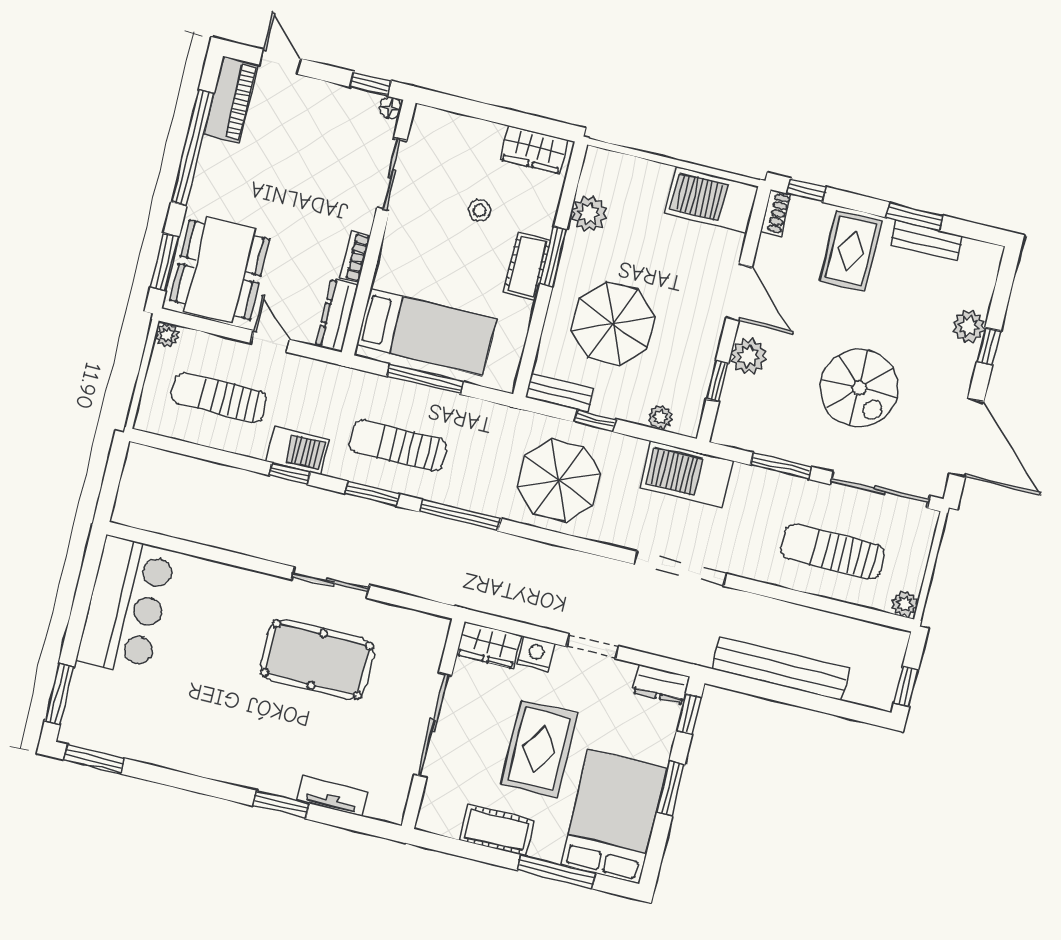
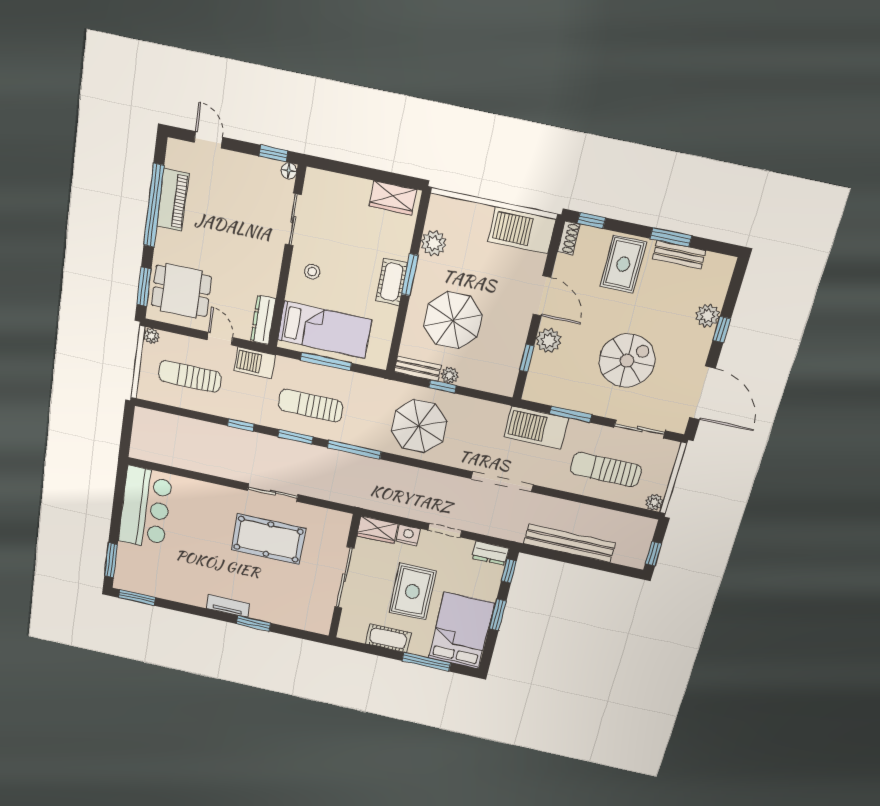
piano: (231, 100) -> (173, 200), moved
stool: (480, 210) -> (312, 272), moved
bookcase: (355, 257) -> (272, 279), removed
dining table: (220, 270) -> (181, 291), width x0.73
spiral stairs: (859, 388) -> (627, 361), turned -90
plant: (661, 417) -> (450, 375), moved
barbecue: (297, 450) -> (255, 363), moved, turned 180
barbecue: (687, 475) -> (536, 428), moved
sliding door: (880, 490) -> (640, 429), width x0.73
tv unit: (333, 796) -> (228, 606), moved

